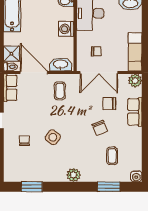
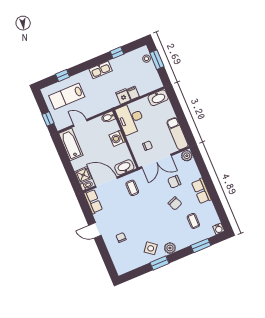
row of seats: (135, 112) -> (201, 191), moved
side table: (53, 137) -> (151, 248), moved
window: (32, 187) -> (159, 263), moved

